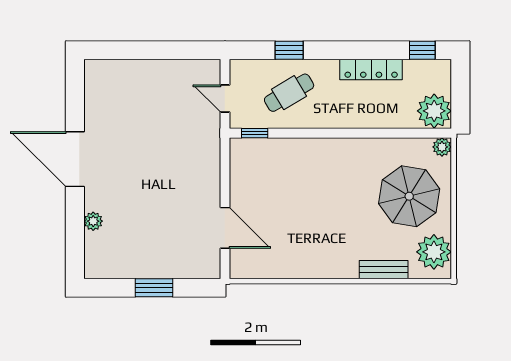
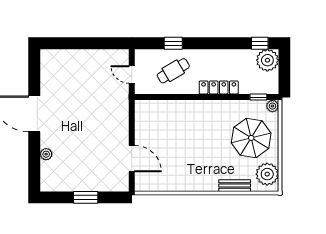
locker: (371, 70) -> (219, 87), moved, turned 180
plant: (434, 111) -> (267, 60), moved
window: (255, 133) -> (258, 97), moved

